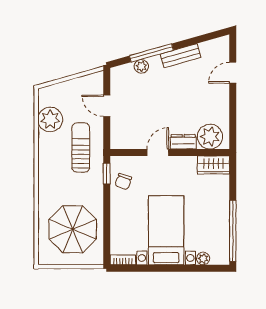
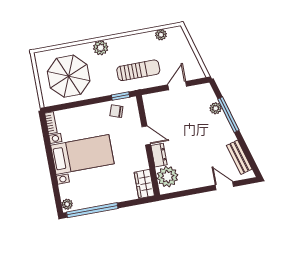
bench: (181, 56) -> (239, 157), moved
plant: (50, 119) -> (161, 35), width x0.53, depth x0.53
plant: (47, 186) -> (101, 48), added
plant: (203, 259) -> (67, 204), moved

